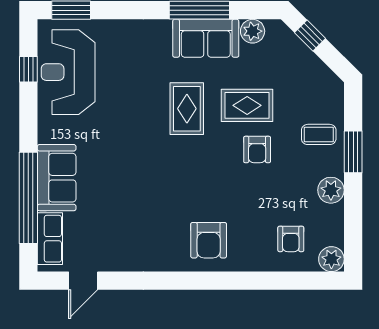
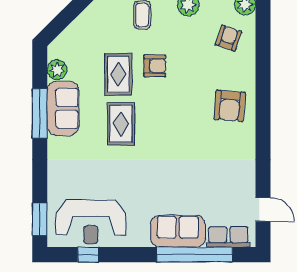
window: (310, 35) -> (61, 22), removed
rug: (187, 109) -> (121, 124), turned 90
armchair: (291, 239) -> (228, 38), turned -71
armchair: (209, 240) -> (230, 106), turned 95

